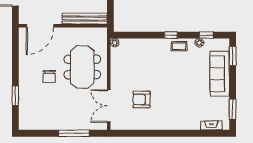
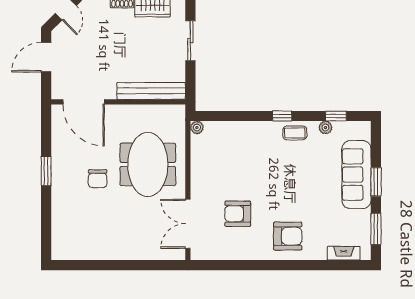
door: (40, 26) -> (84, 102), hinge flipped
window: (233, 56) -> (376, 182), moved
window: (15, 96) -> (46, 171), moved
armchair: (174, 114) -> (288, 236), added
window: (74, 133) -> (135, 265), removed

